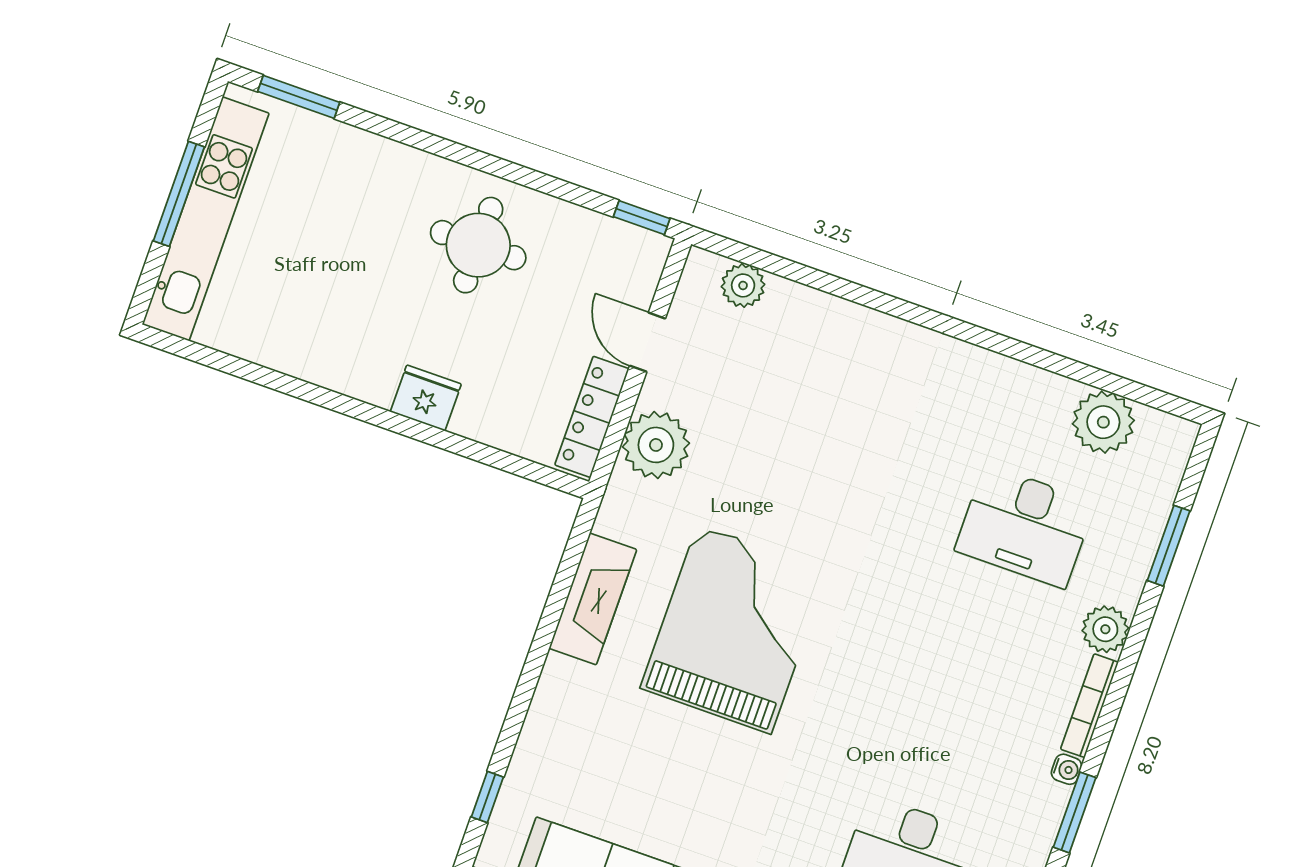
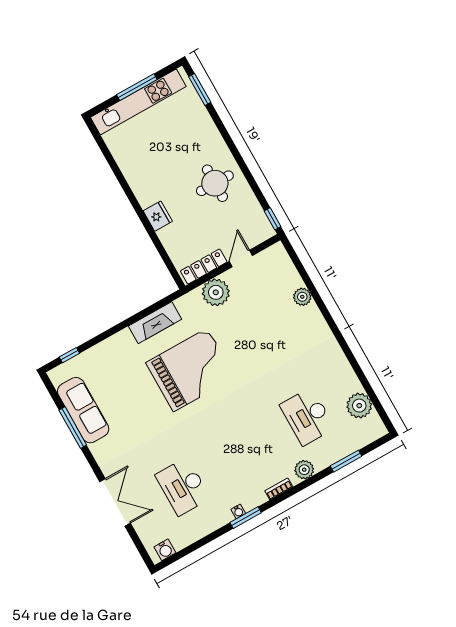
plant: (743, 285) -> (302, 297), moved
bookcase: (1089, 706) -> (279, 489), width x0.64
water cooler: (1066, 769) -> (238, 511), moved

